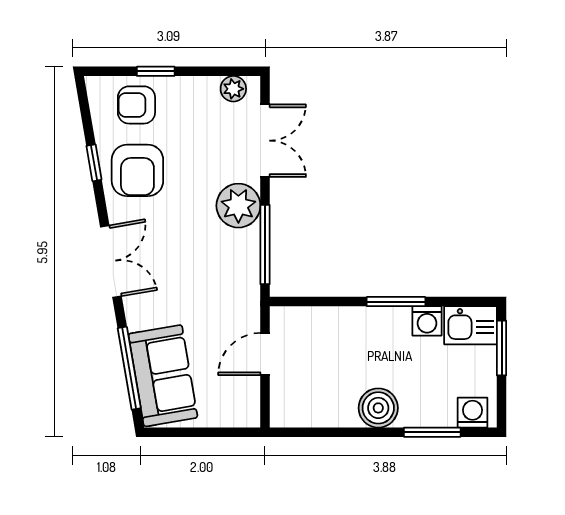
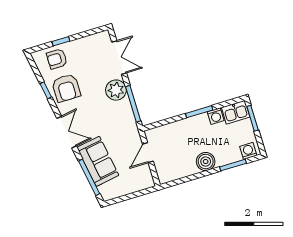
plant: (233, 89) -> (98, 39), removed
sofa: (163, 376) -> (98, 161), moved

